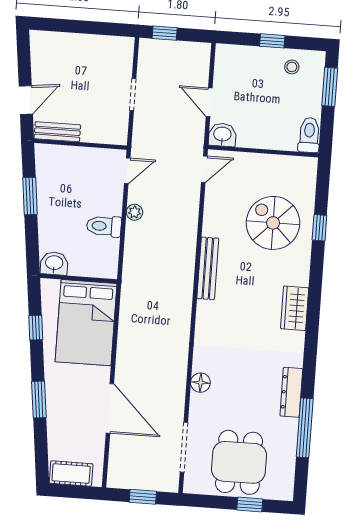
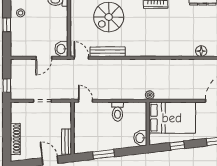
shoe rack: (69, 41) -> (15, 139), added
plant: (134, 212) -> (150, 95), moved
bench: (208, 268) -> (108, 52), moved

